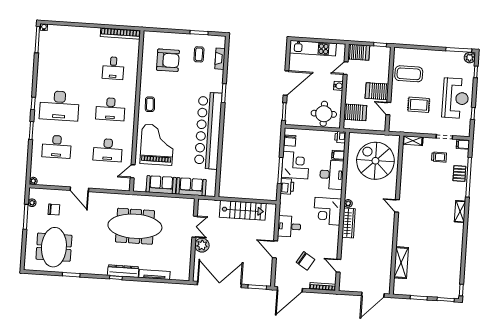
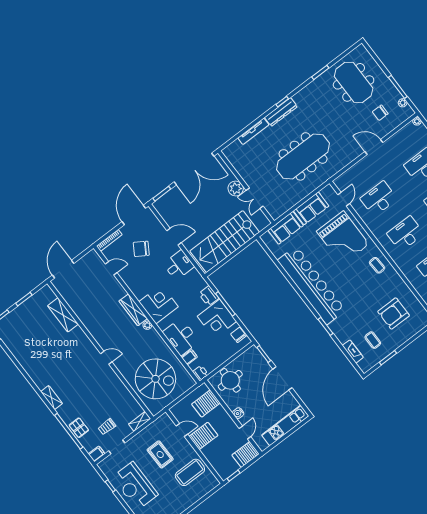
rug: (419, 105) -> (160, 454), turned 90
stairs: (243, 210) -> (225, 242), width x1.36, depth x1.51

